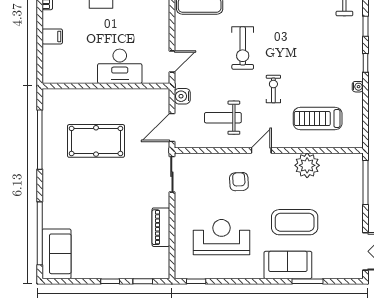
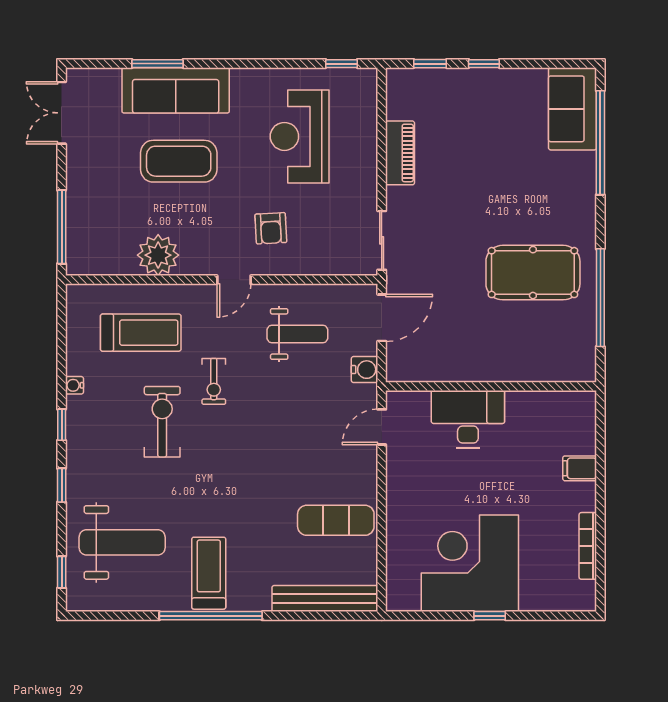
exercise bike: (243, 48) -> (162, 422), moved
pool table: (96, 141) -> (533, 273), moved
reception desk: (222, 237) -> (300, 136), turned 90
sofa: (288, 265) -> (176, 90), width x1.36

